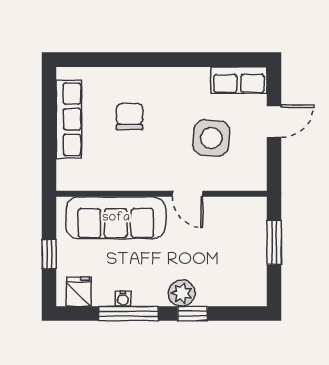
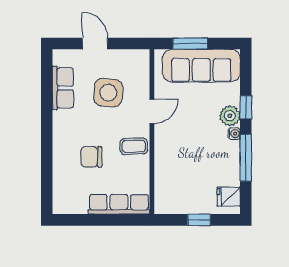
row of seats: (239, 80) -> (63, 88), moved
row of seats: (69, 119) -> (119, 204), moved
coffee table: (143, 171) -> (134, 146), added
sofa: (116, 218) -> (201, 66), moved, turned 90
water cooler: (123, 299) -> (234, 134), moved

